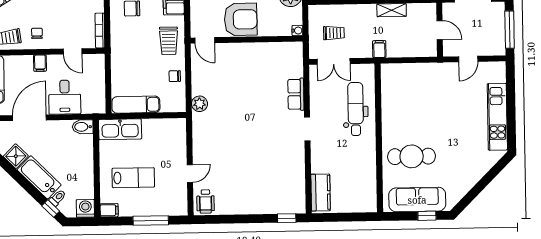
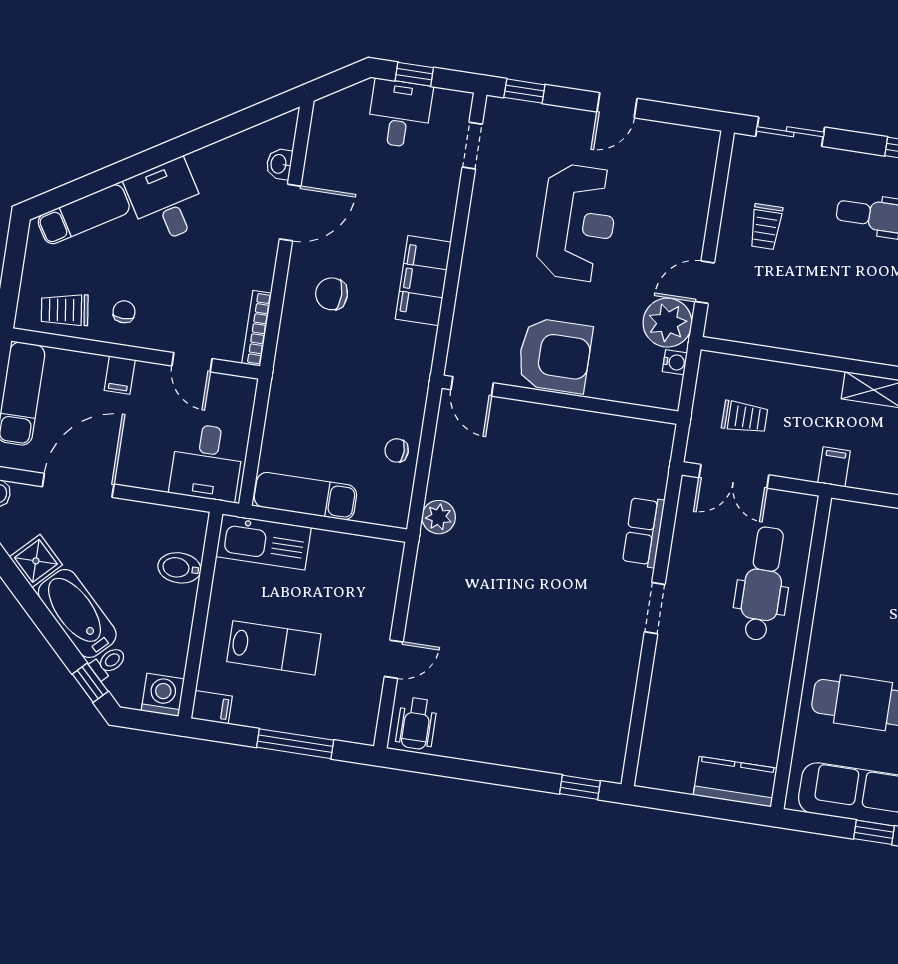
water cooler: (297, 31) -> (675, 362), moved
trolley: (169, 41) -> (397, 374), removed
desk: (65, 97) -> (207, 462), moved
bidet: (83, 127) -> (179, 568), moved
kitchen counter: (321, 192) -> (735, 782), moved, turned -90

